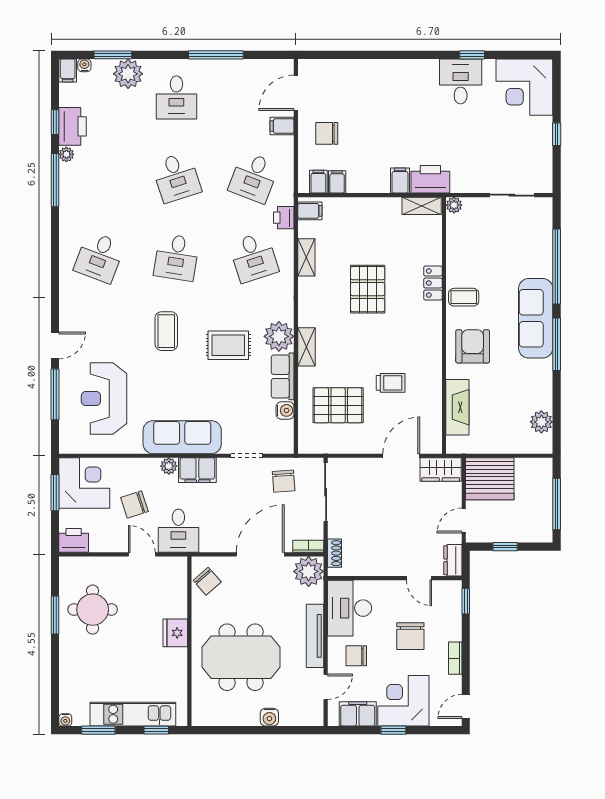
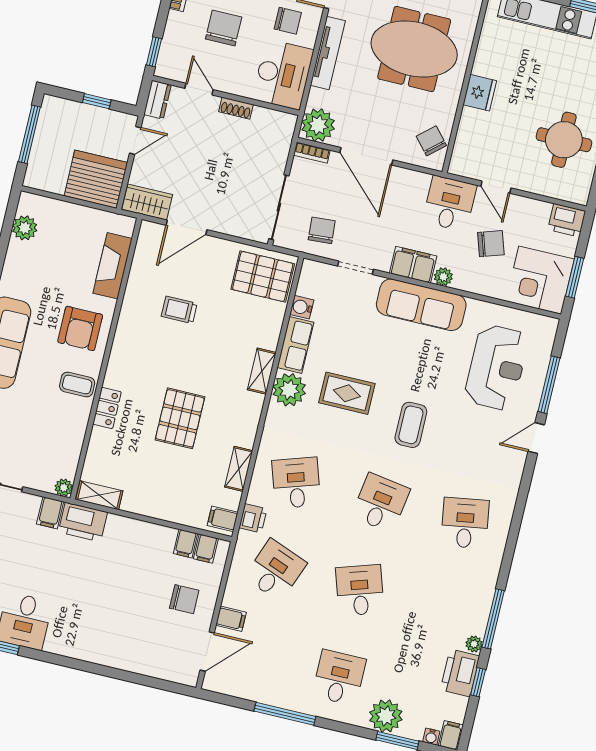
filing cabinet: (400, 181) -> (50, 513), moved
desk: (99, 257) -> (465, 523), turned -30
pallet: (338, 405) -> (263, 276), moved
shoe rack: (334, 553) -> (236, 108), moved, turned -90
door: (260, 554) -> (366, 156), hinge flipped

